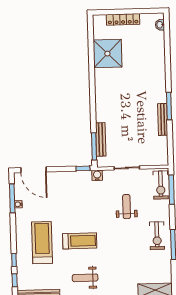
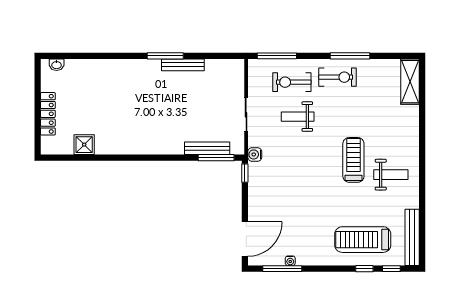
shower: (107, 54) -> (84, 145), width x0.54, depth x0.54
exercise bike: (161, 185) -> (292, 82), moved, turned 180
treadmill: (80, 241) -> (353, 160), moved
treadmill: (42, 243) -> (363, 240), moved
weight bench: (85, 278) -> (391, 175), turned -90

